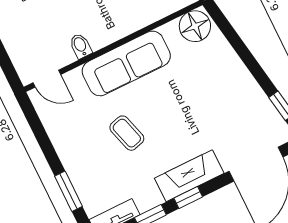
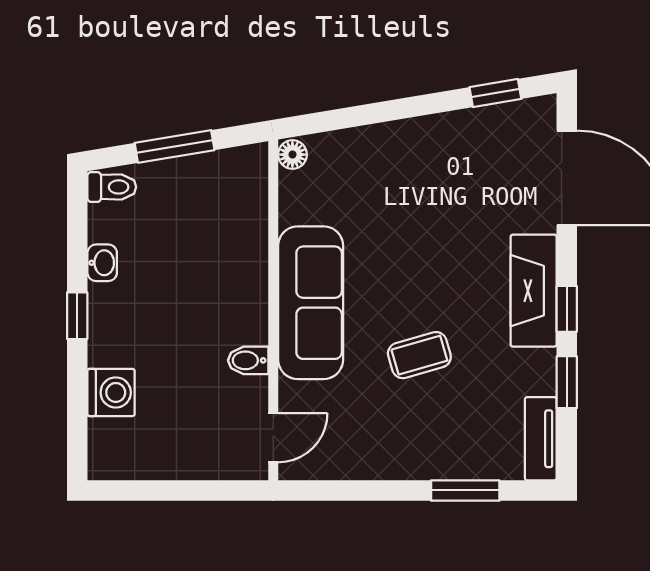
floor lamp: (195, 26) -> (292, 155), width x0.53, depth x0.53

